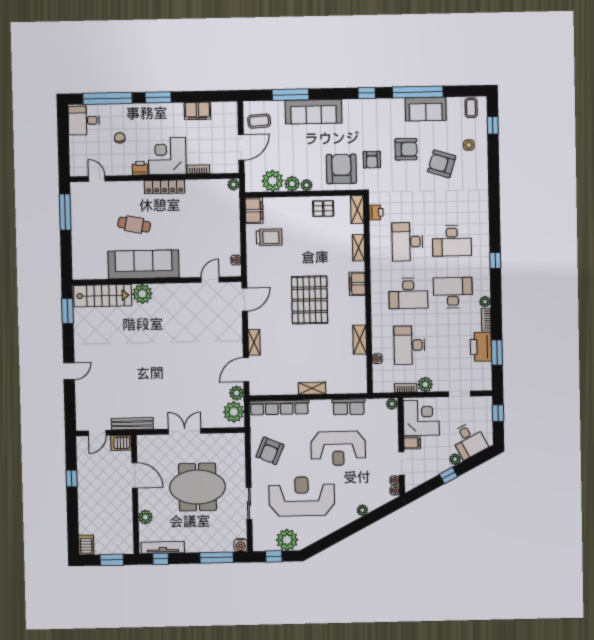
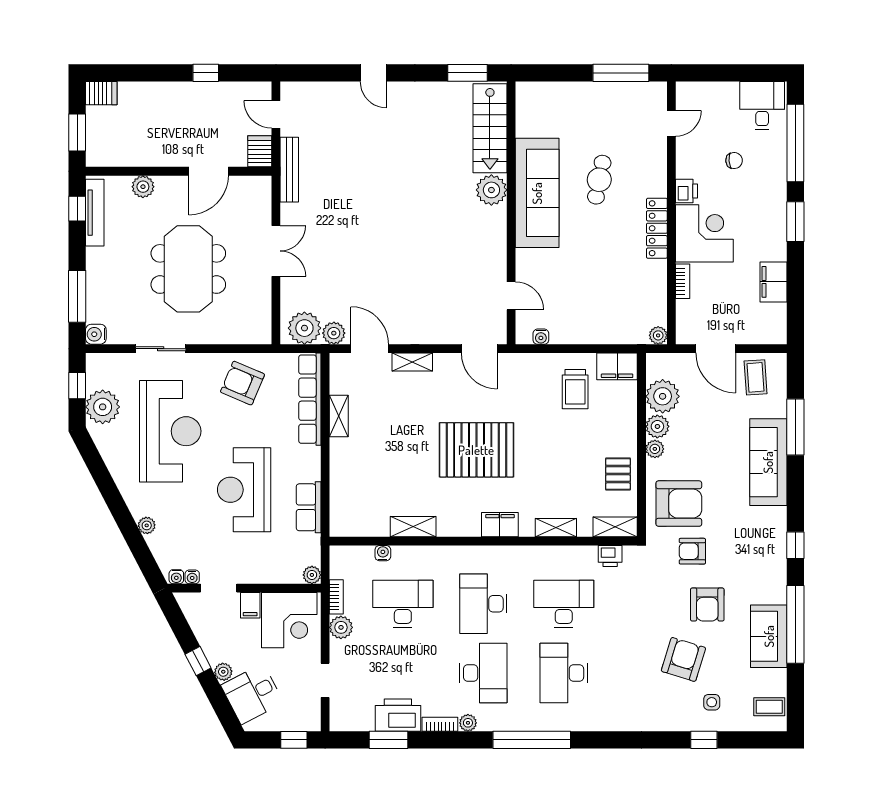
window: (493, 125) -> (704, 740), moved
window: (495, 260) -> (532, 740), width x3.17
shelving: (312, 388) -> (339, 416), moved

